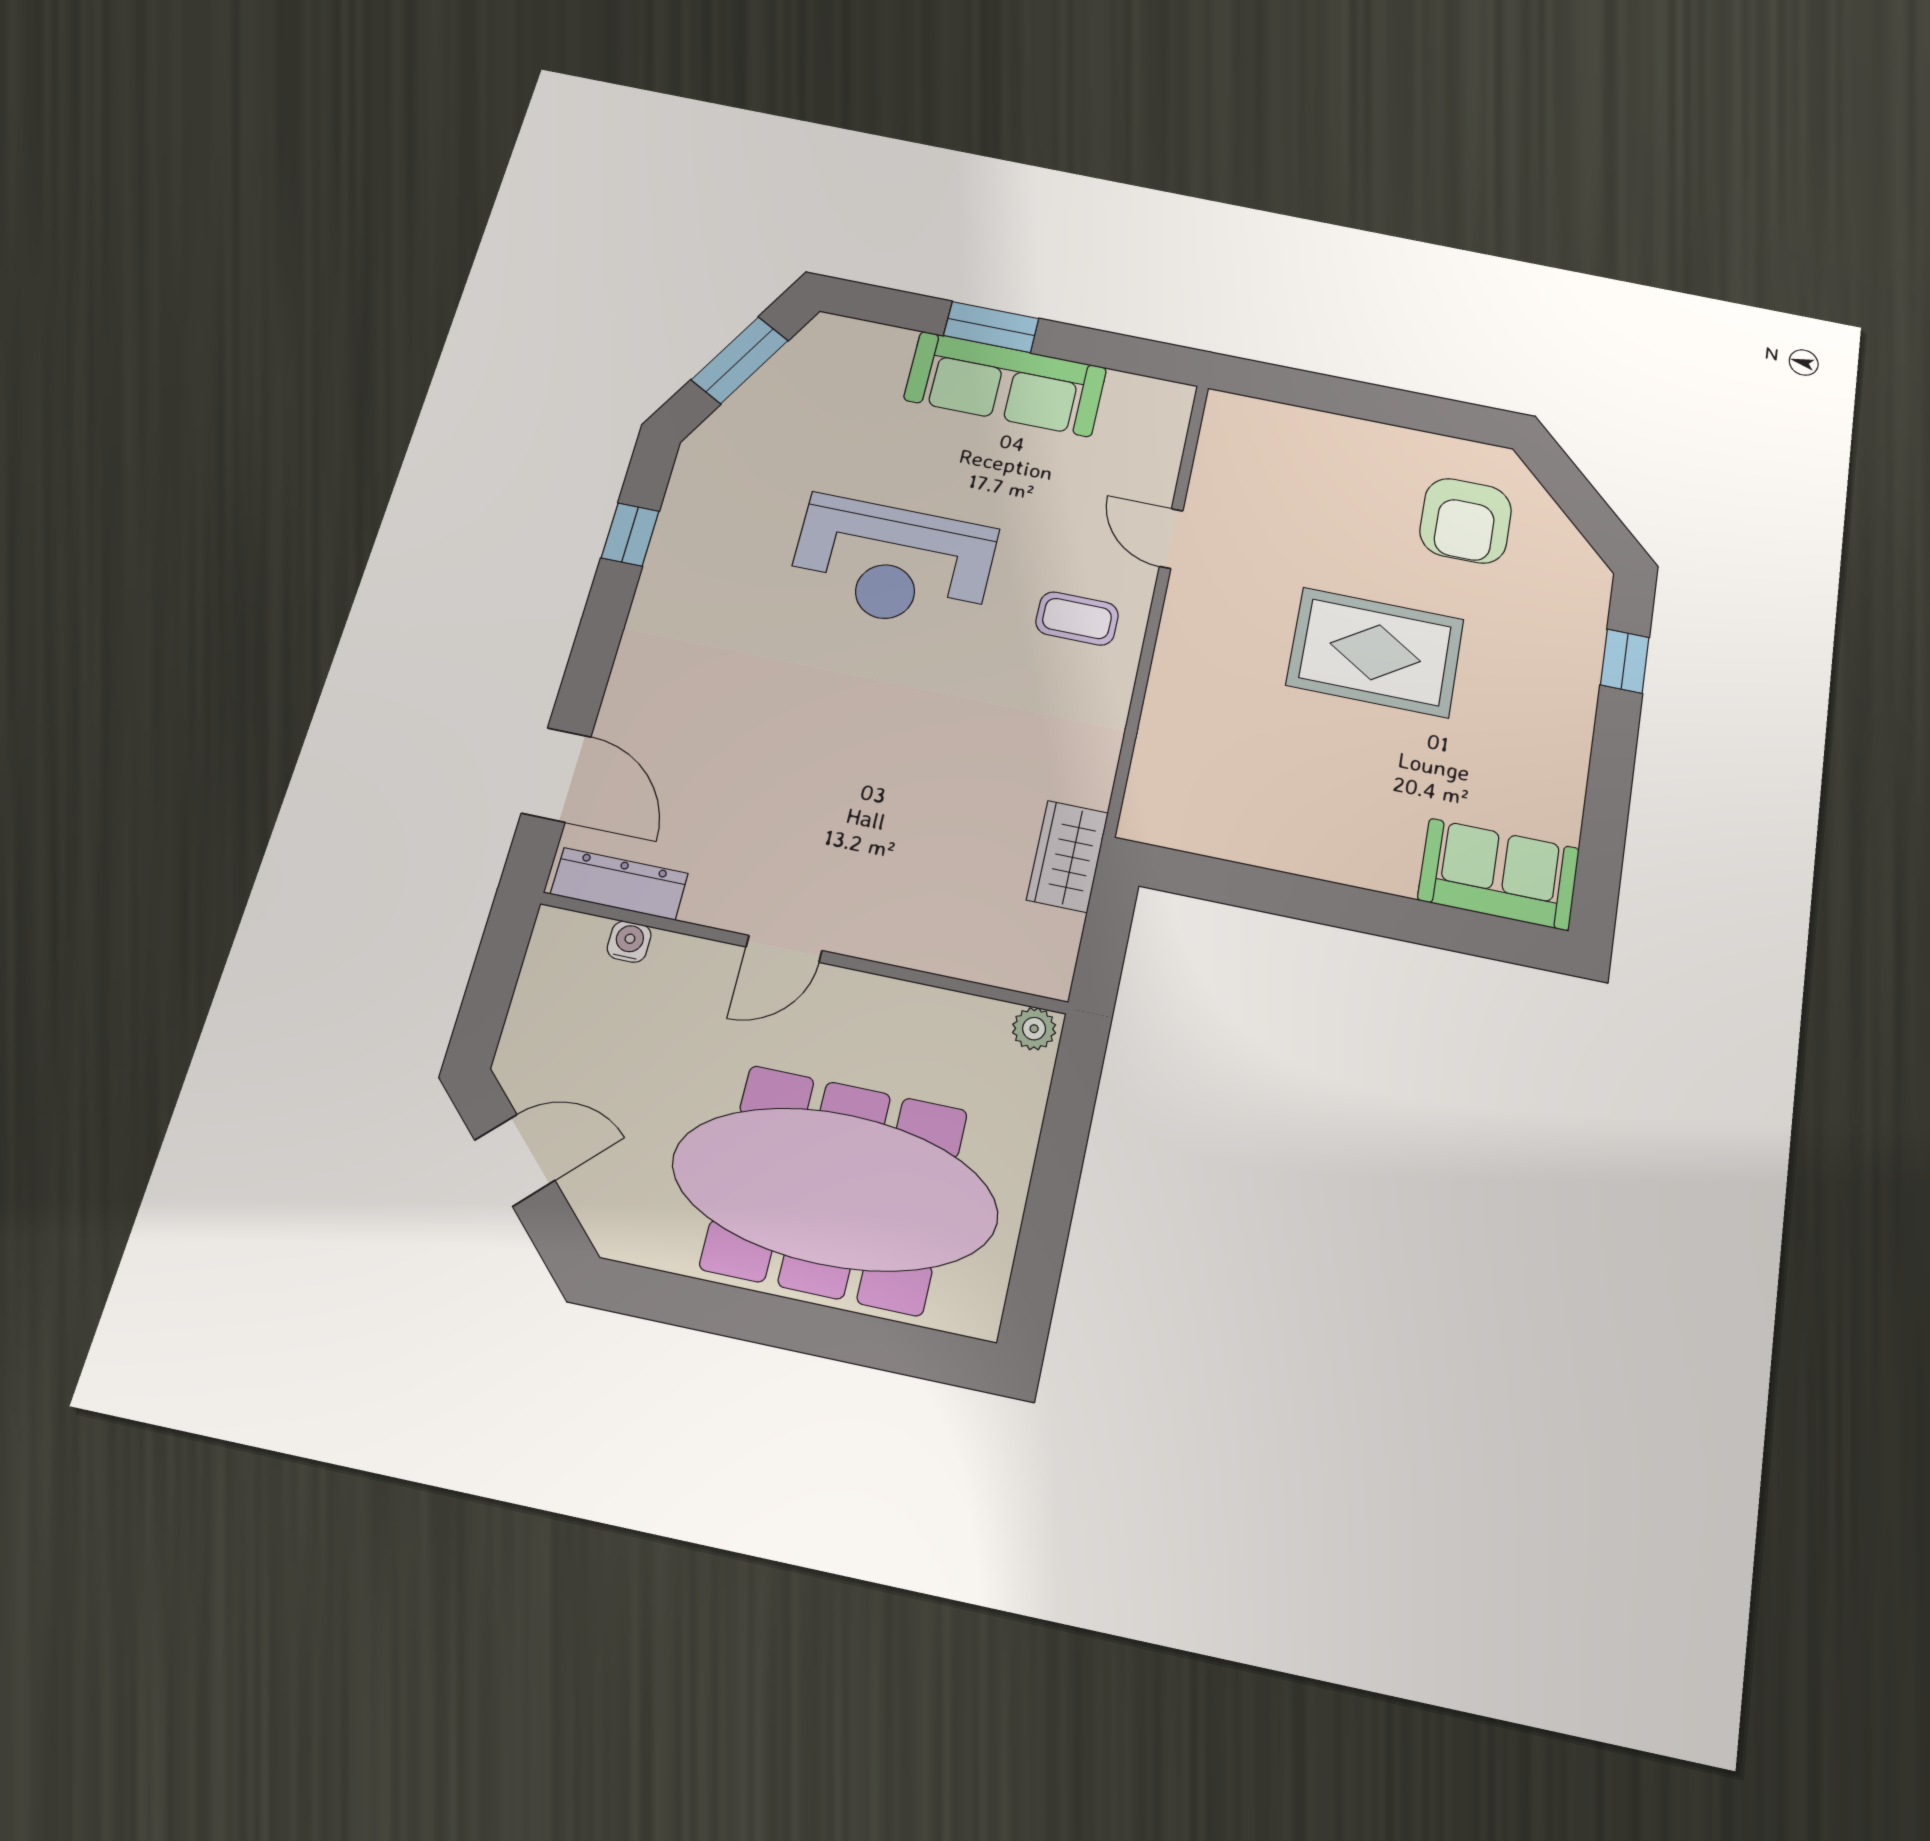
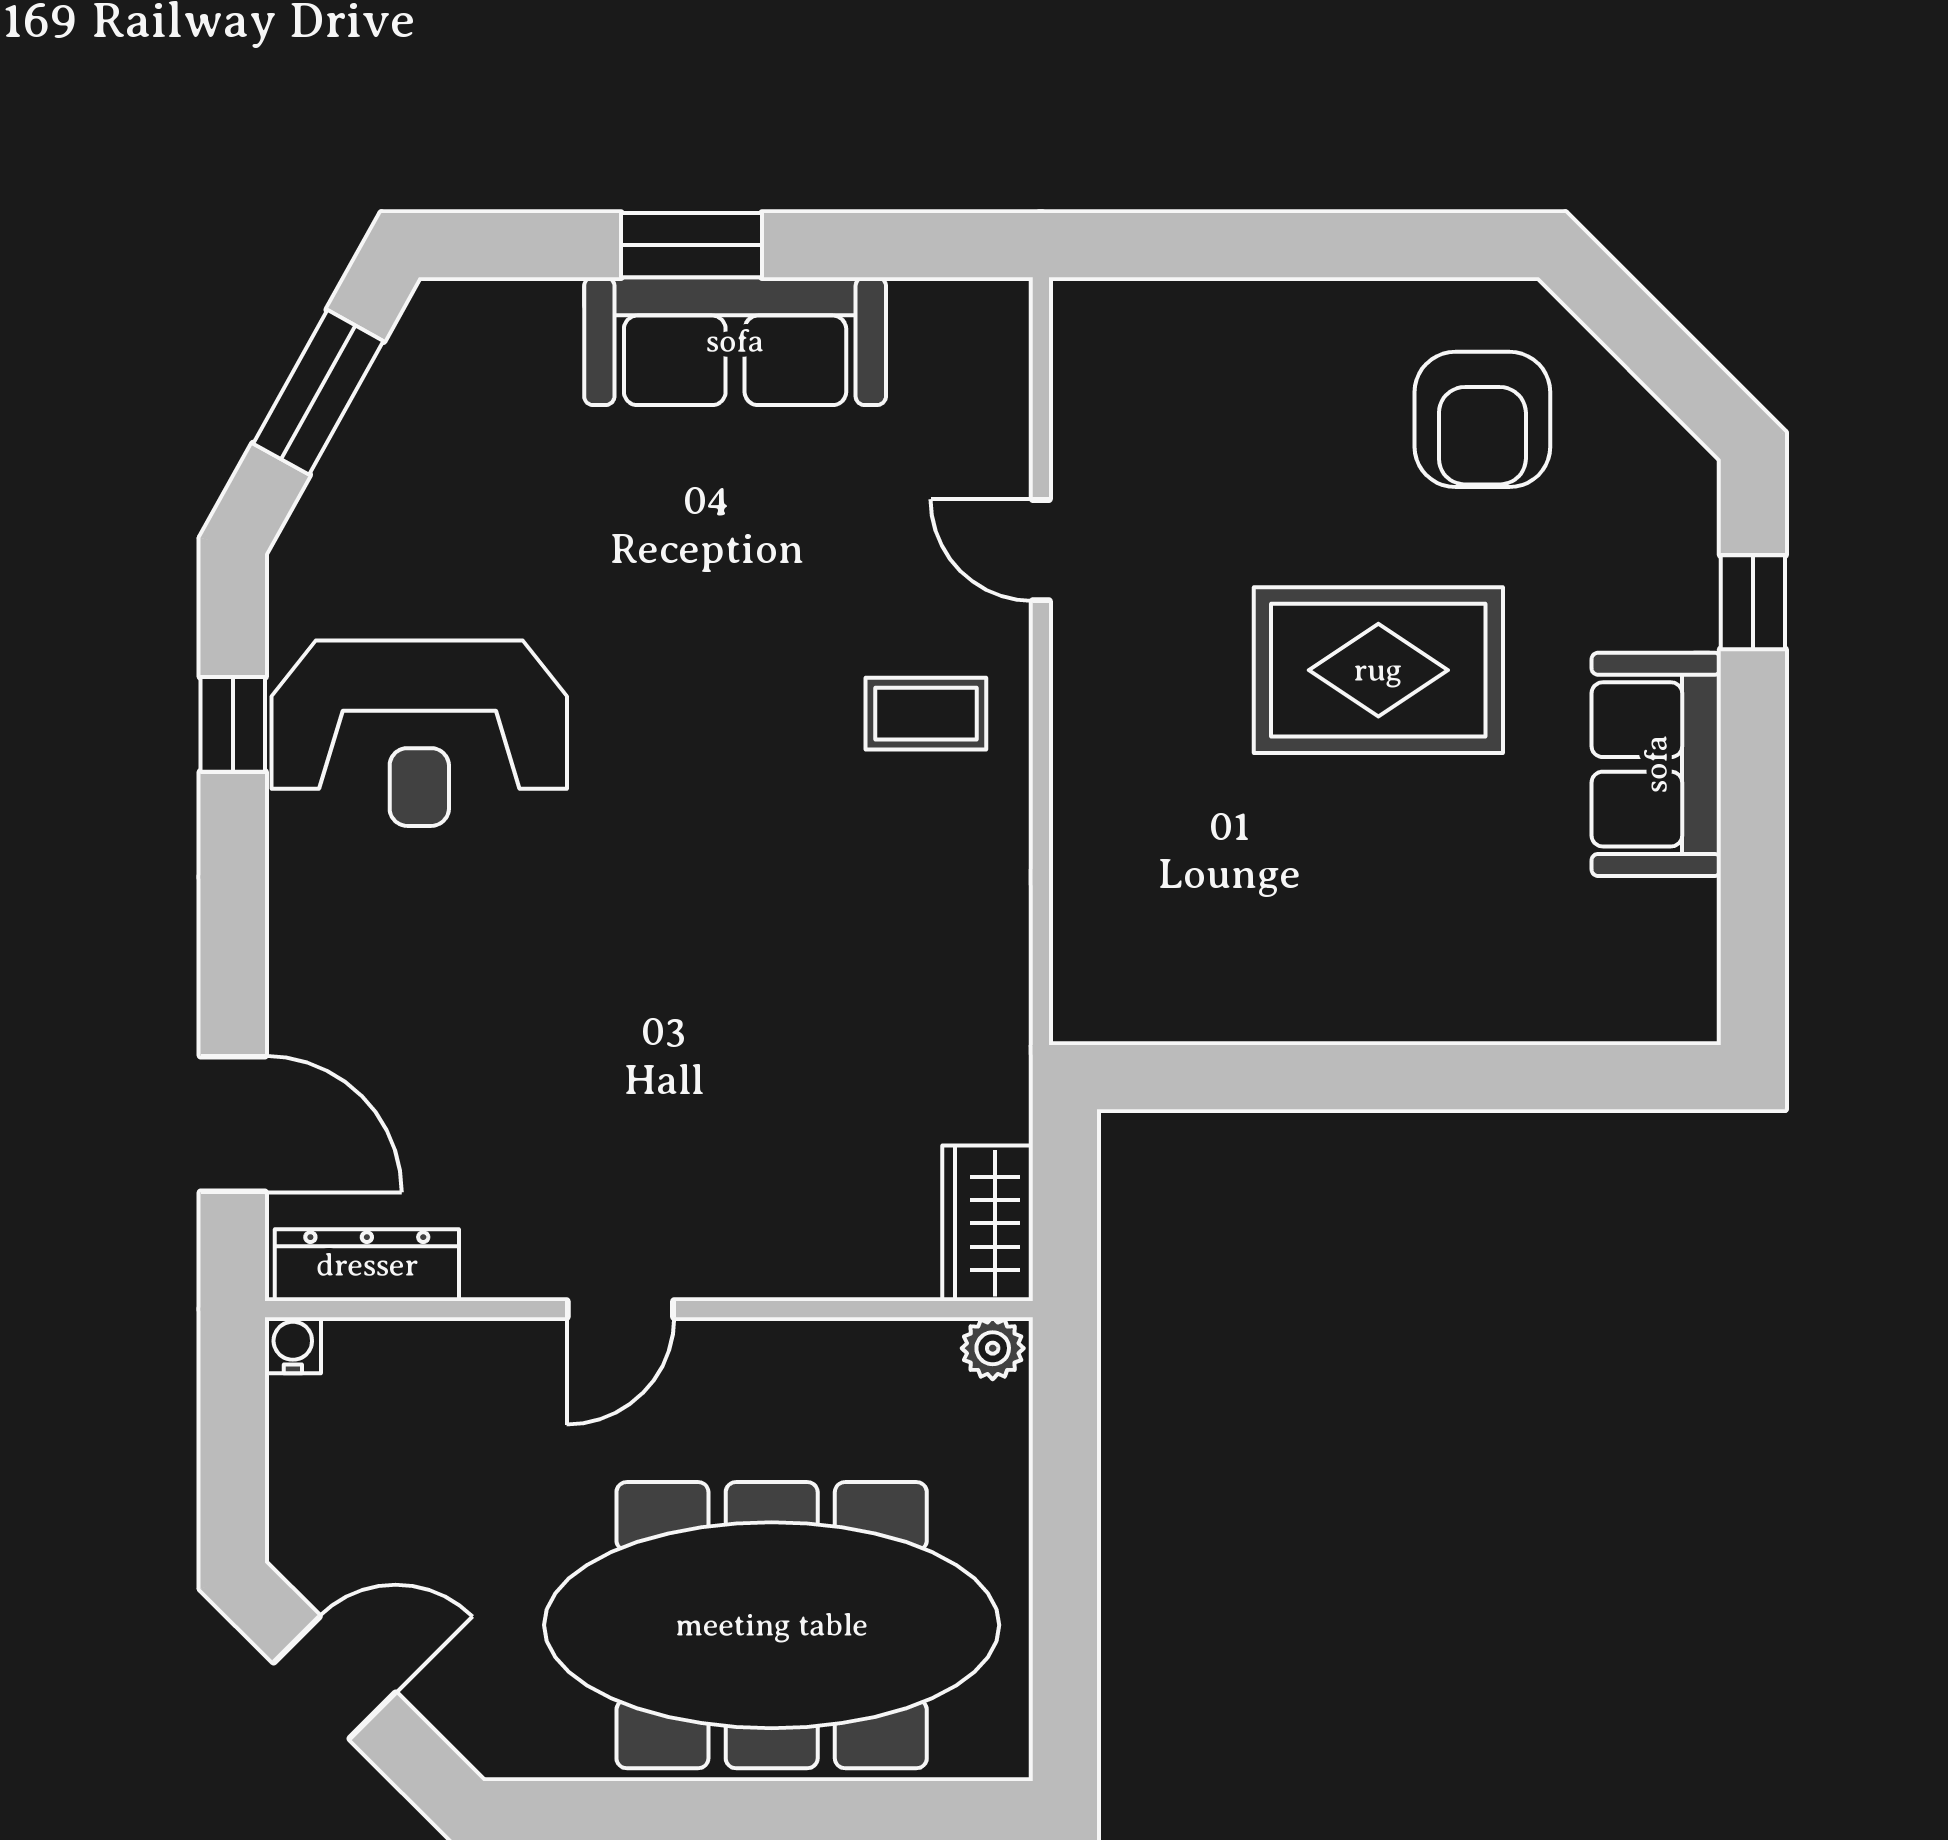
reception desk: (892, 563) -> (419, 733), moved
wardrobe: (1067, 856) -> (988, 1223), moved
sofa: (1499, 874) -> (1656, 764), moved, turned -90
water cooler: (629, 942) -> (293, 1345), moved

